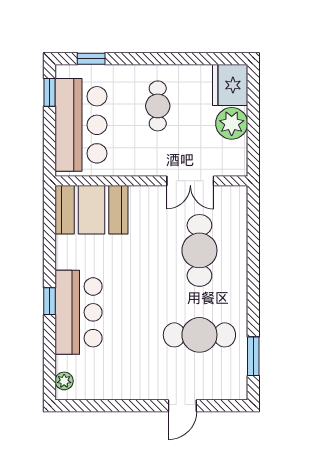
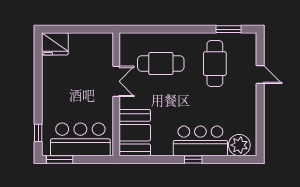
window: (50, 92) -> (60, 159), width x1.50
cafe table: (158, 106) -> (68, 90), removed
plant: (232, 123) -> (79, 43), removed
double door: (190, 181) -> (116, 81), moved
plant: (64, 381) -> (239, 145), width x1.87, depth x1.87

